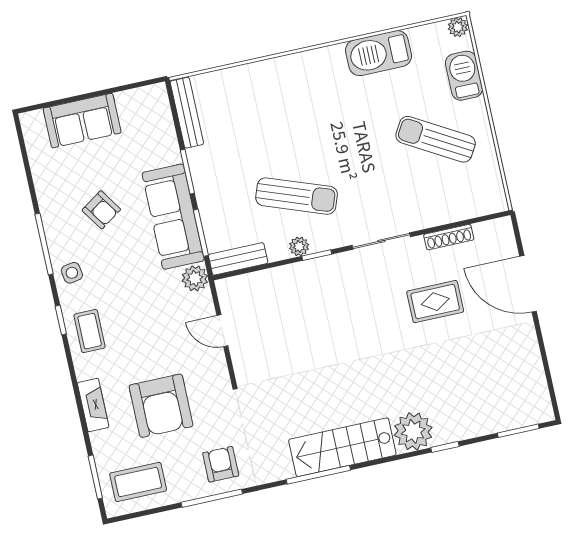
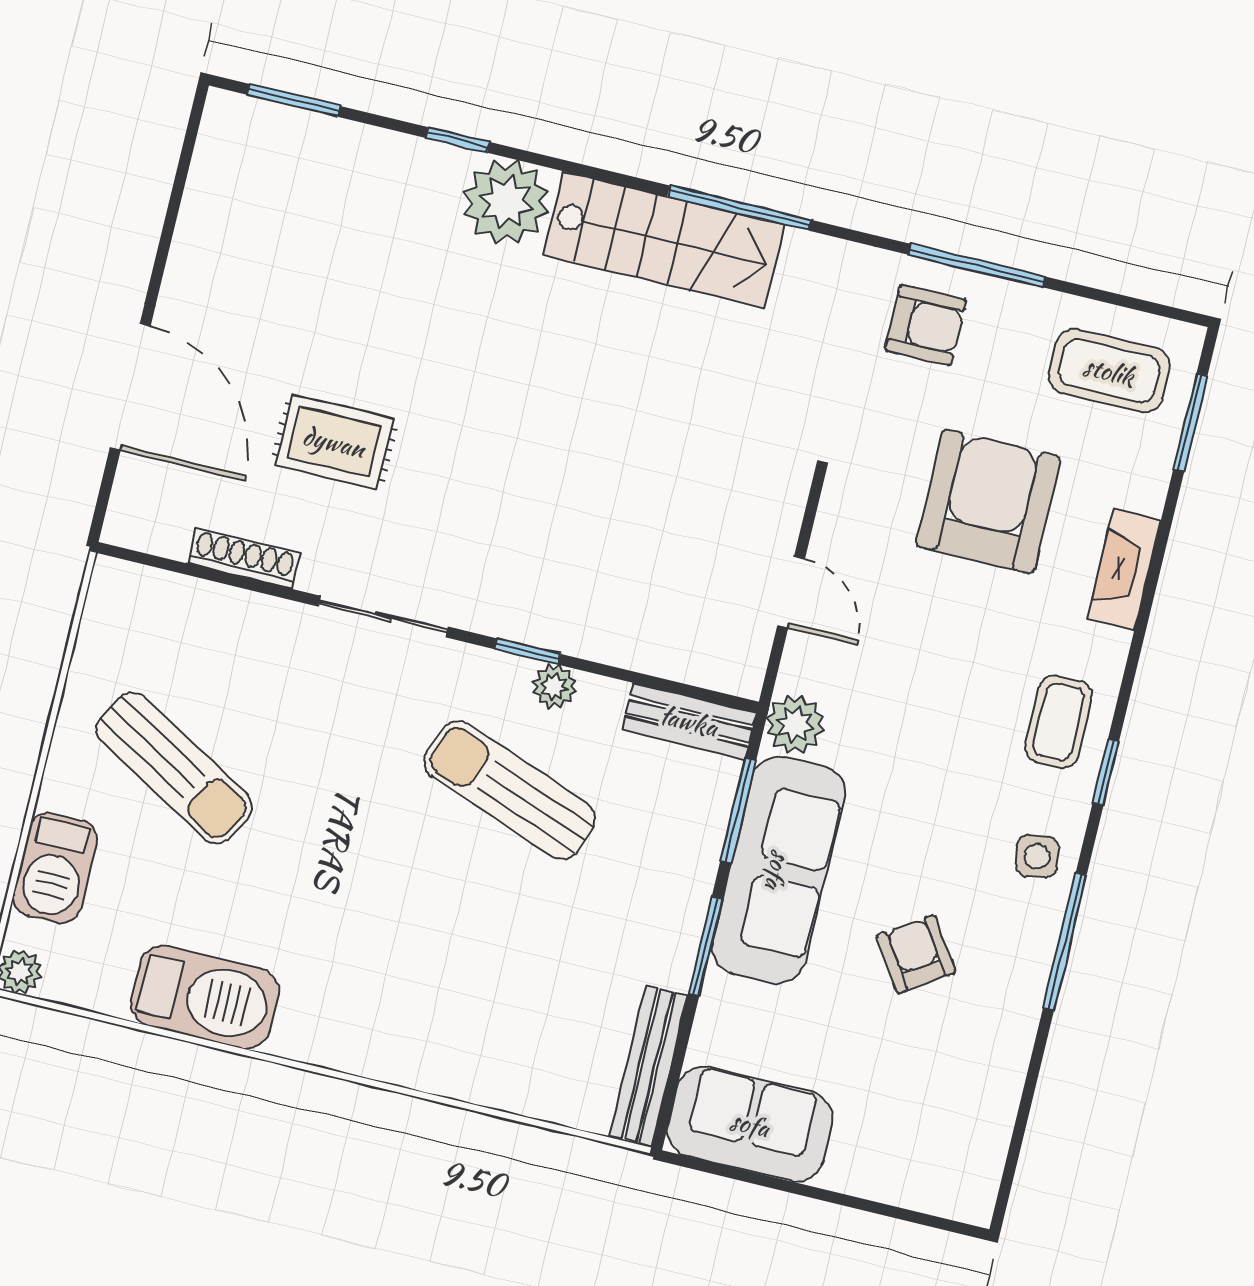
sofa: (82, 121) -> (750, 1124), moved
armchair: (221, 464) -> (926, 325), turned -90

